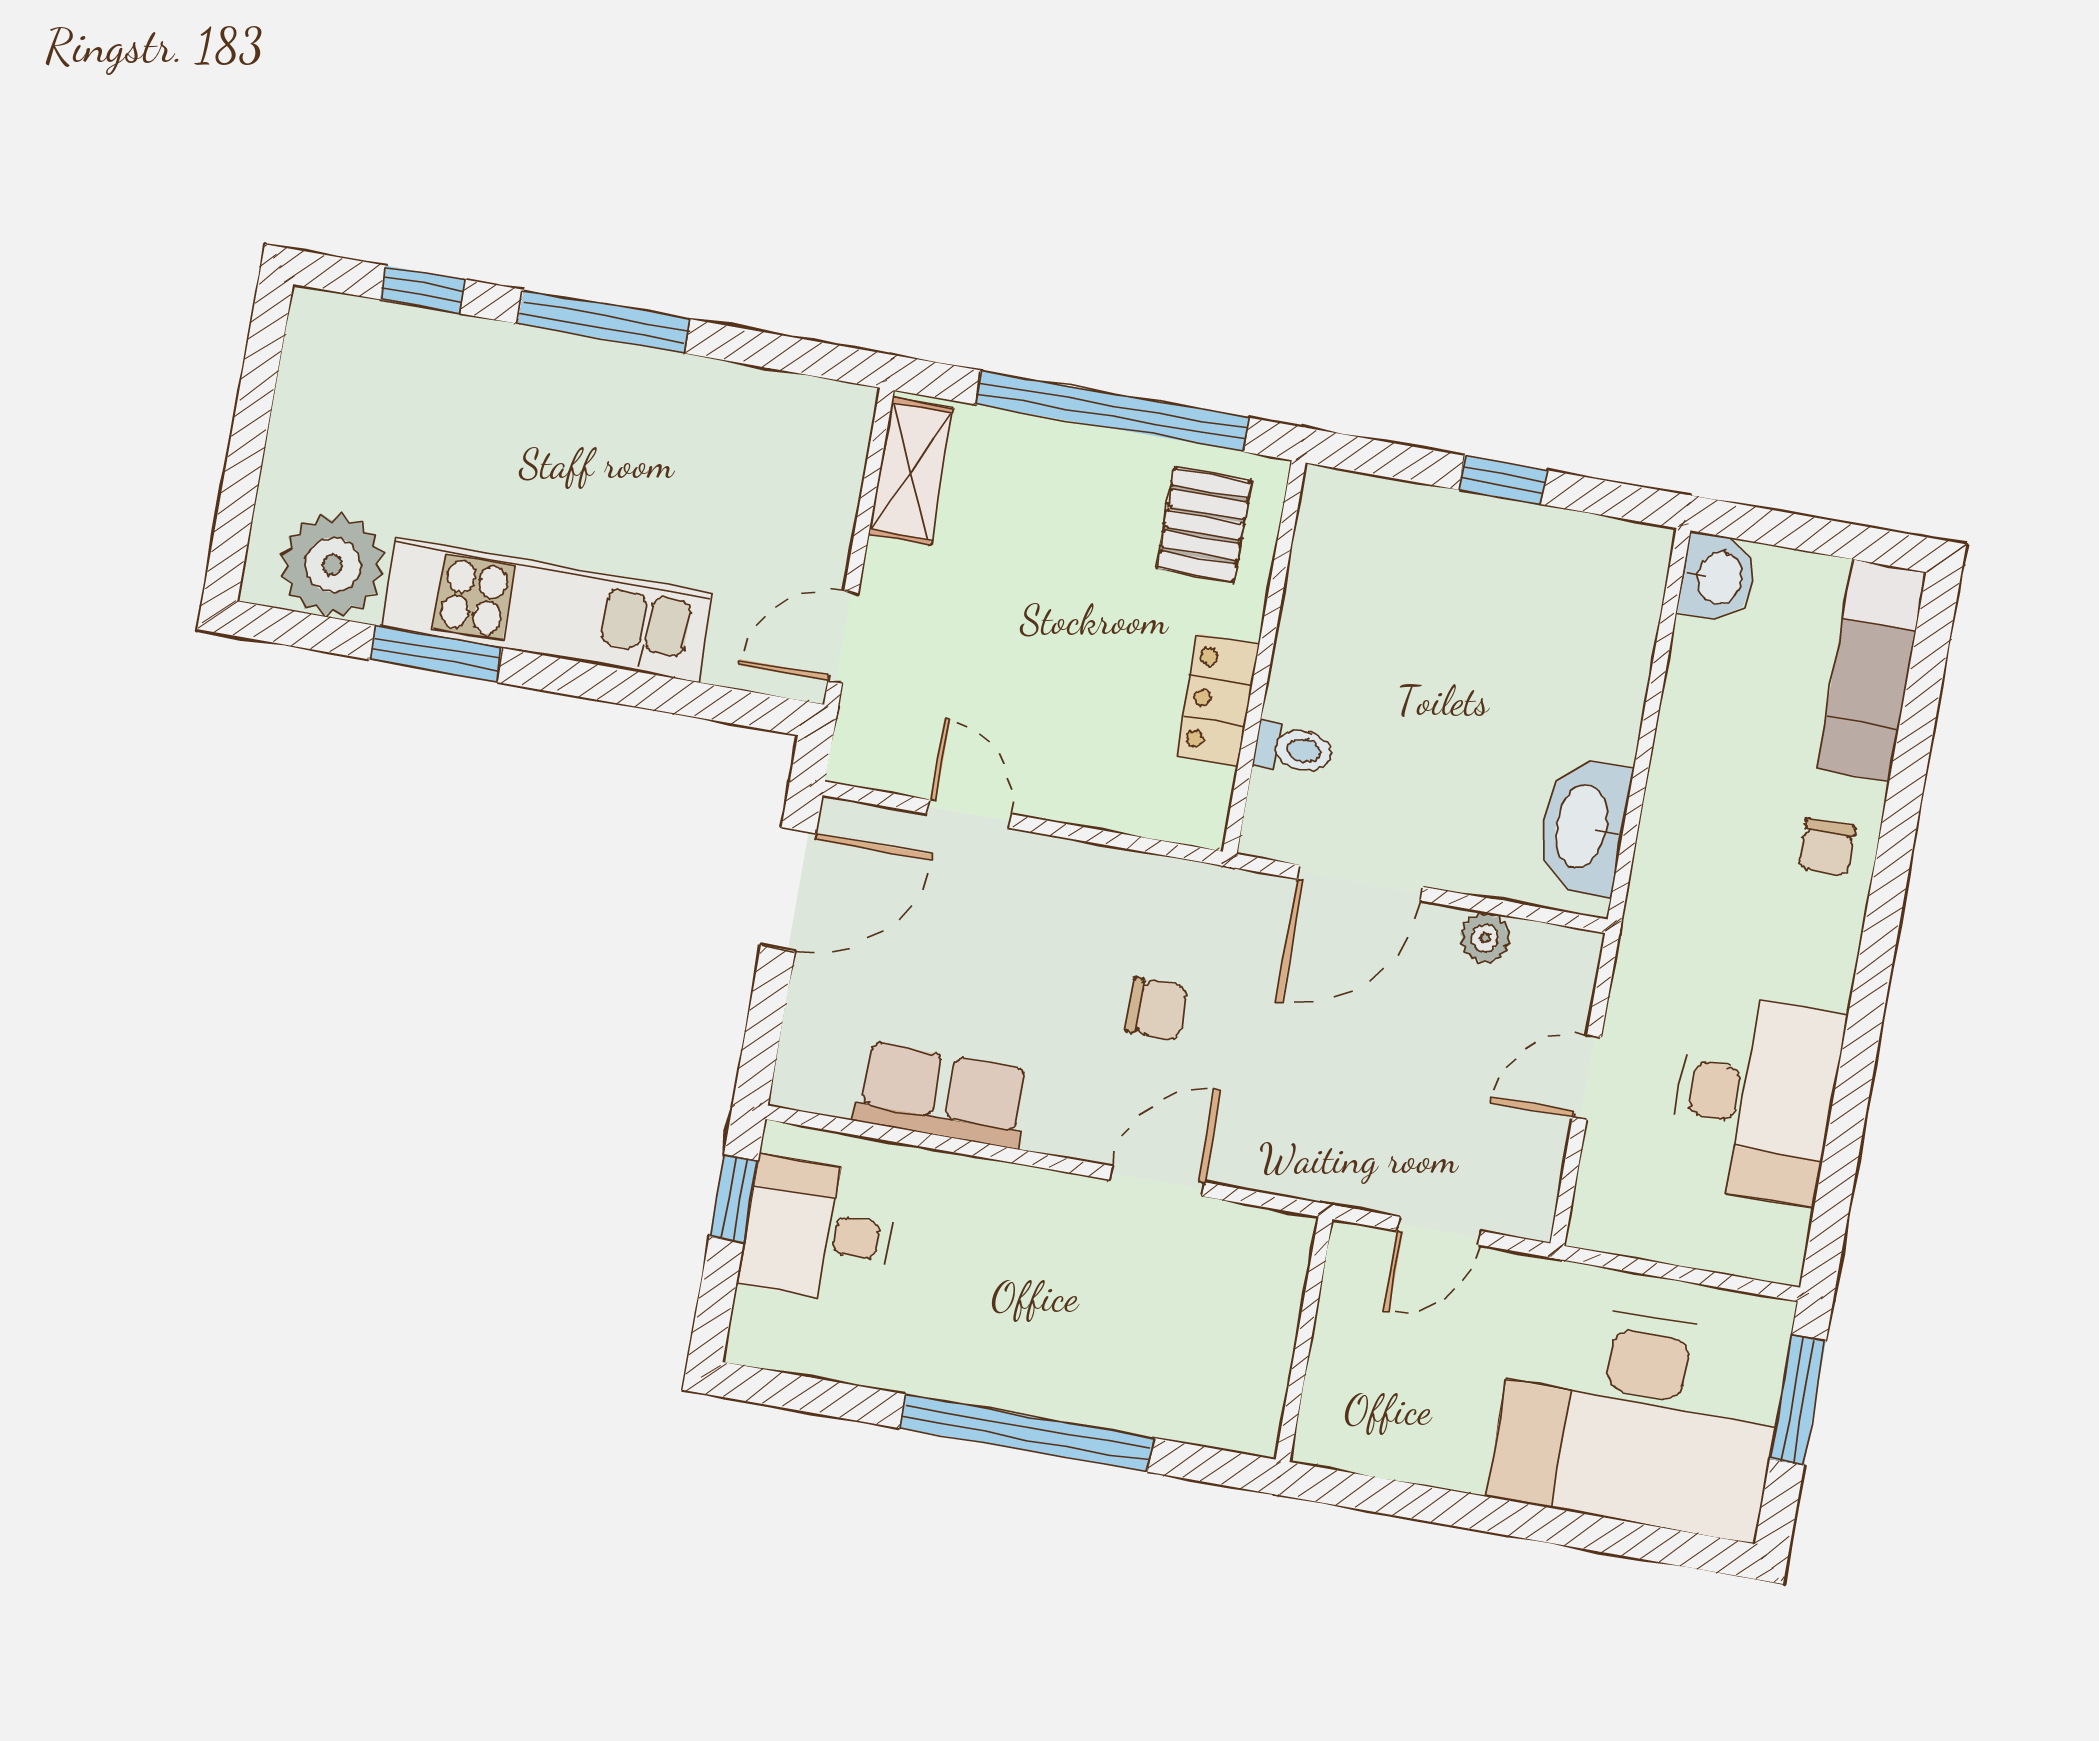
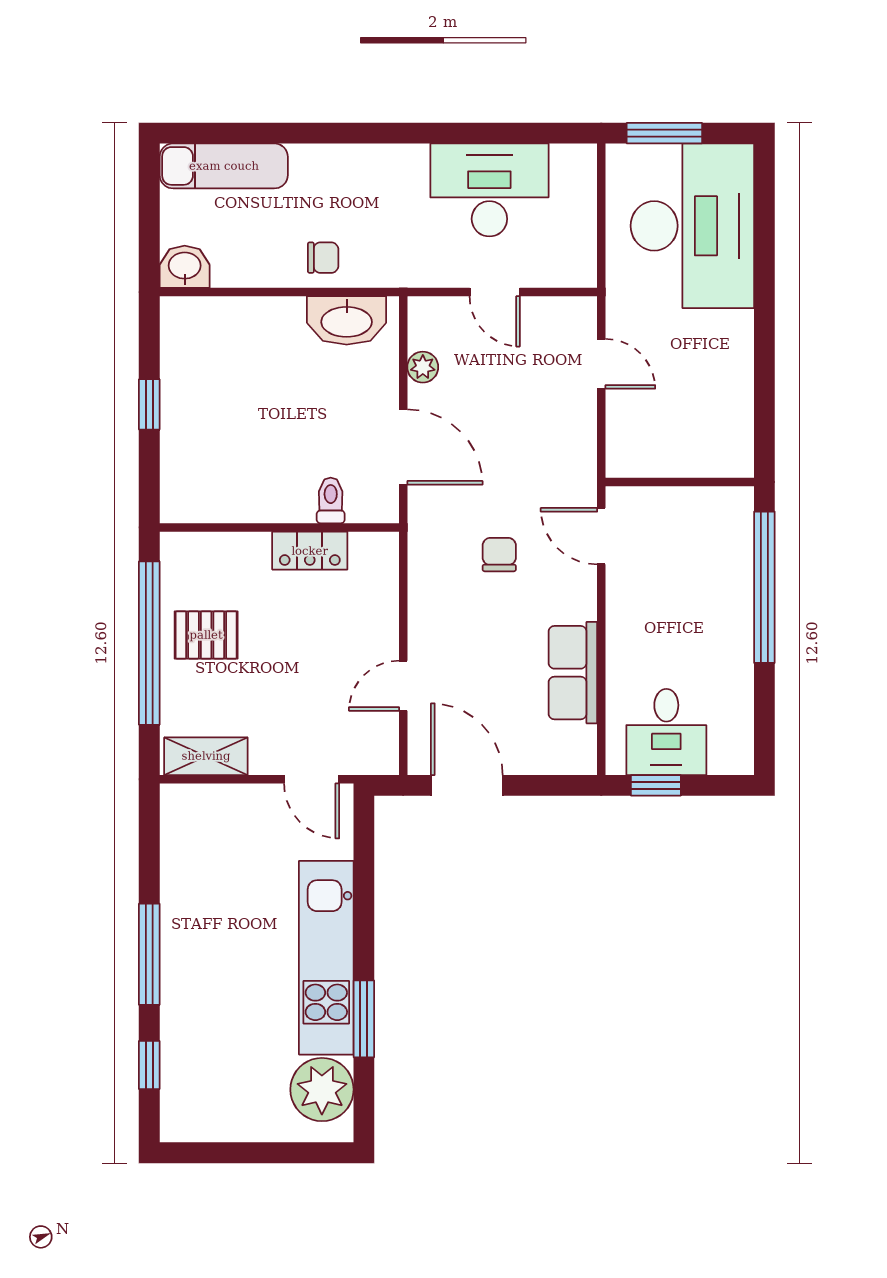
pallet: (1204, 525) -> (206, 635), moved
chair: (1827, 847) -> (323, 258), moved
wall: (1304, 1339) -> (680, 482), moved

